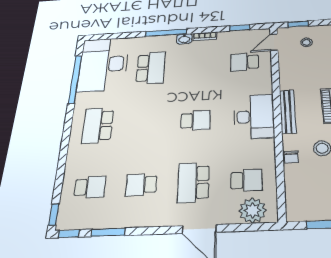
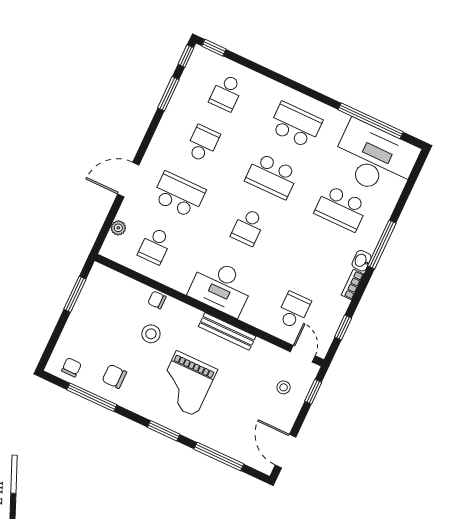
bench: (288, 111) -> (227, 331), moved
school desk: (146, 123) -> (272, 176), added
plant: (252, 210) -> (118, 228), width x0.53, depth x0.53

